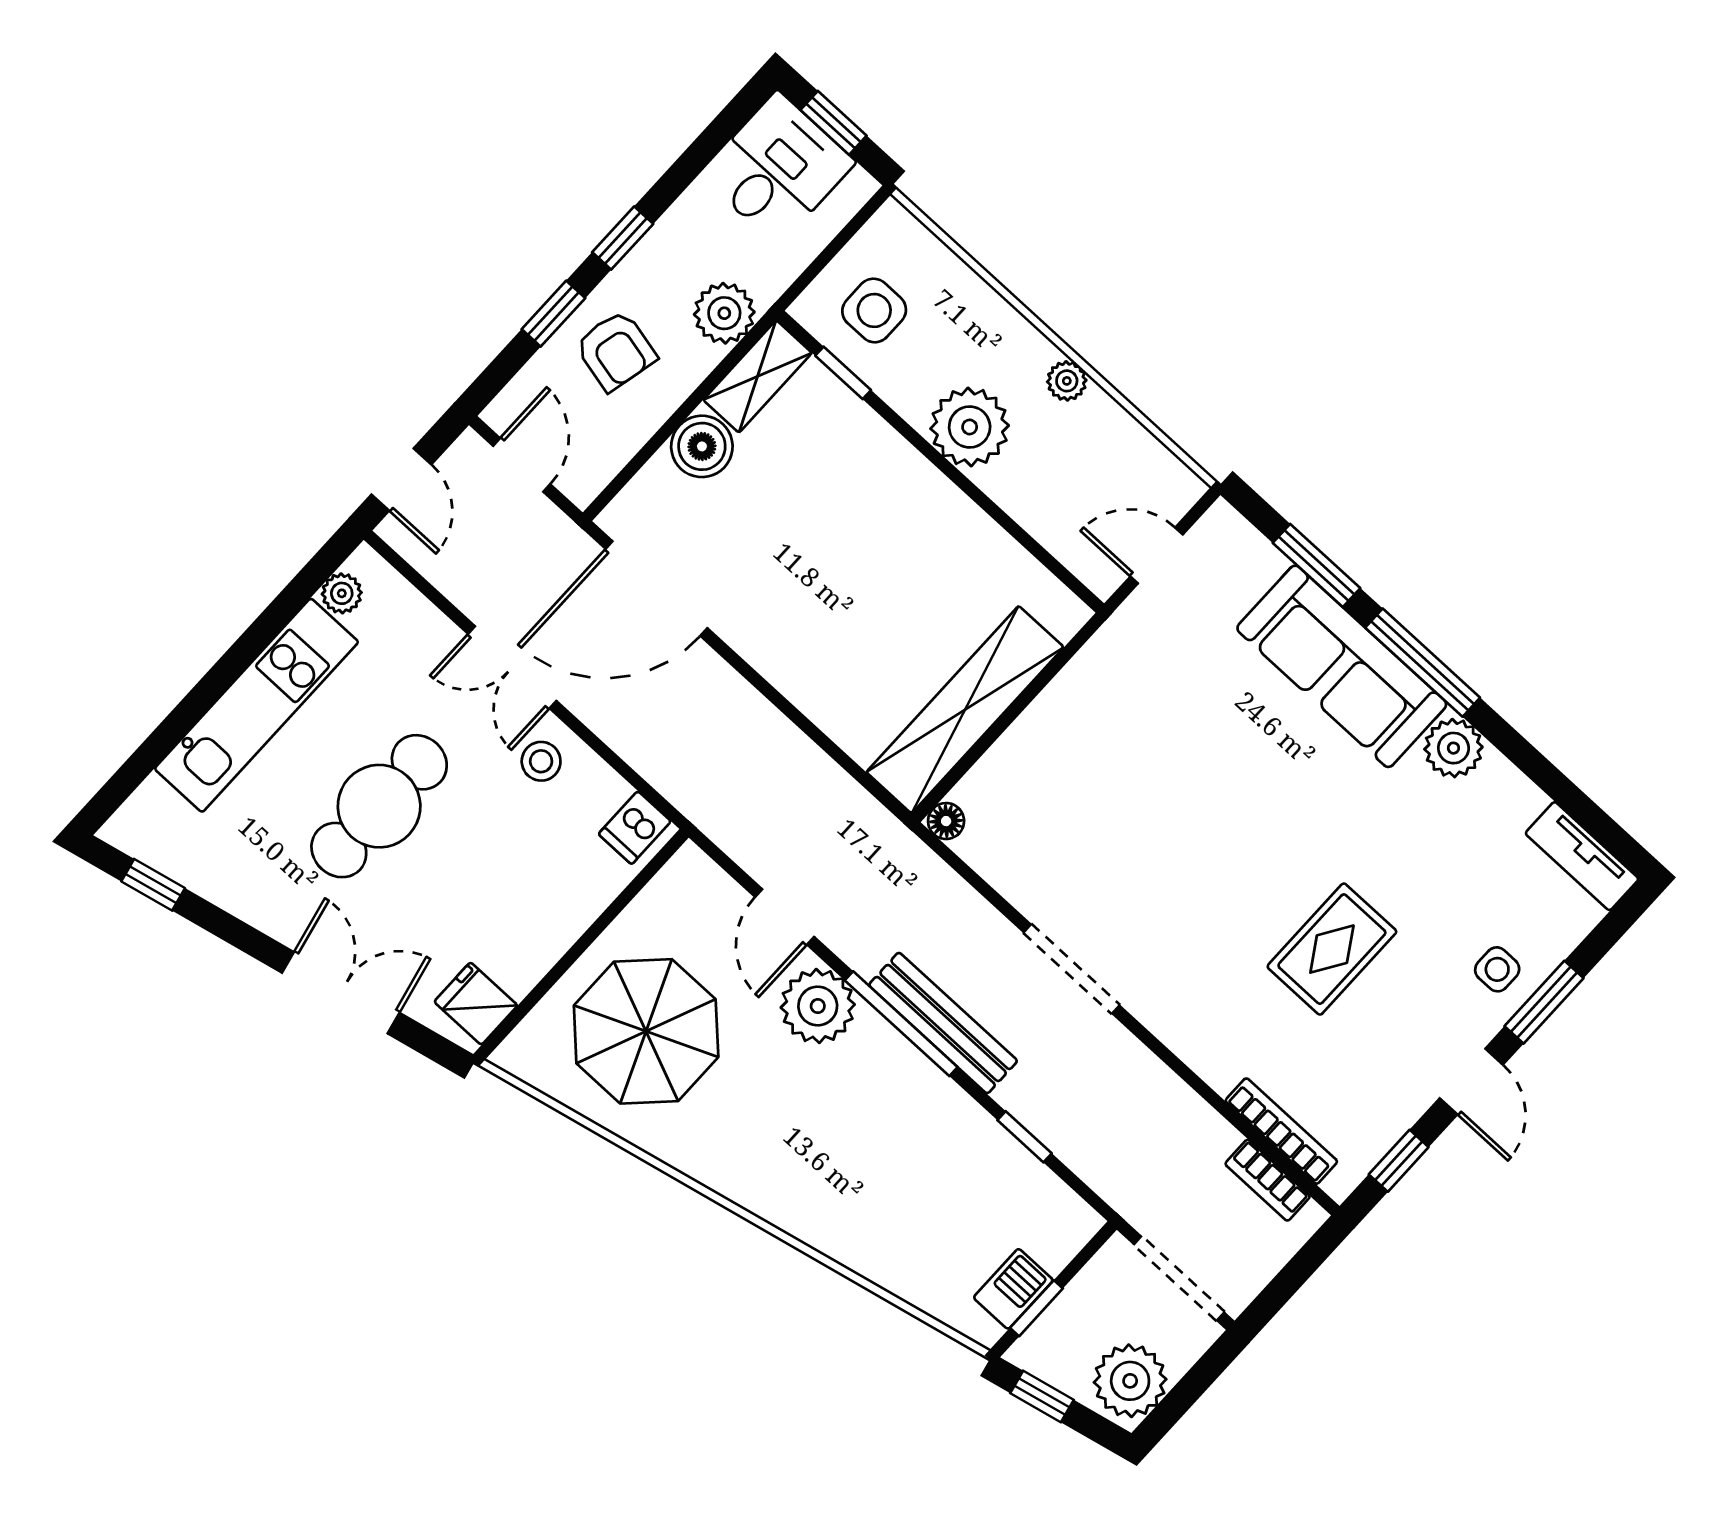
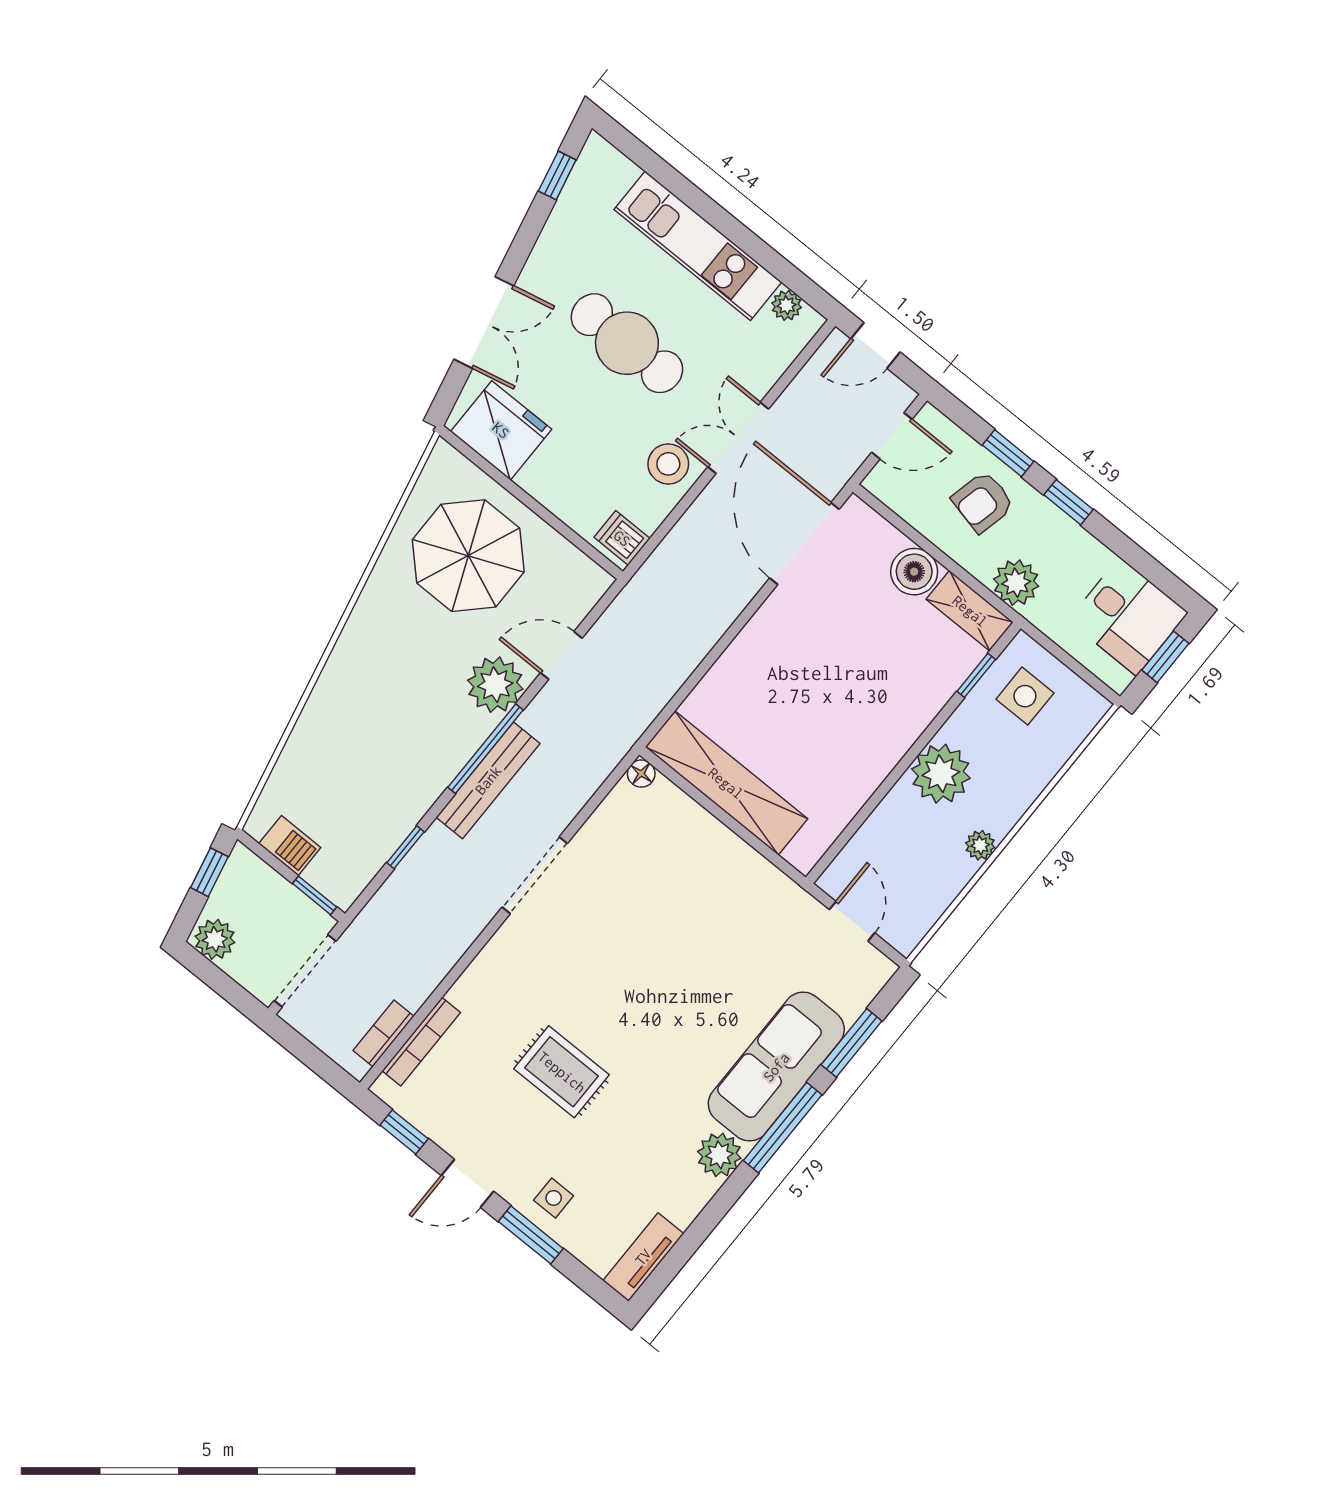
stool: (541, 761) -> (668, 464), width x1.37, depth x1.37
fridge: (476, 1004) -> (501, 430), width x1.88, depth x1.34
window: (1036, 1308) -> (315, 895), moved
plant: (1130, 1381) -> (215, 939), width x0.73, depth x0.73

